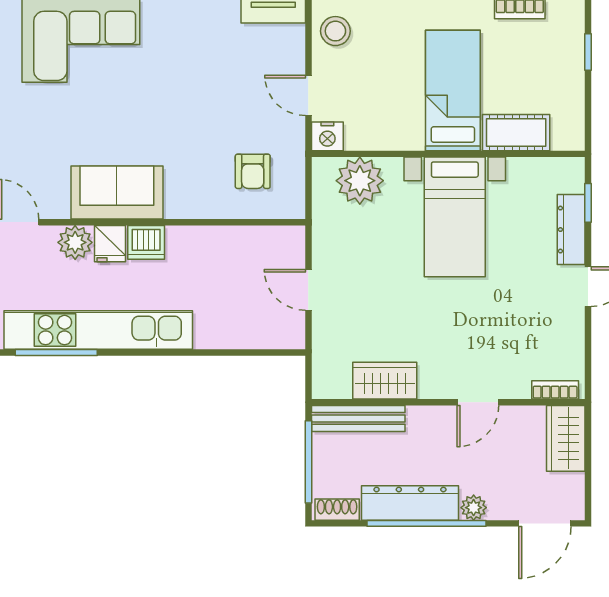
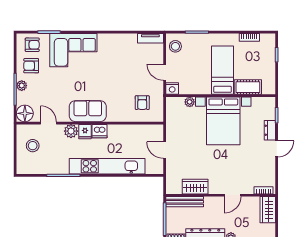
plant: (360, 181) -> (190, 102), width x0.53, depth x0.53
bed with nightstands: (455, 217) -> (223, 121), width x1.36
dresser: (571, 230) -> (270, 130), width x0.70
kitchen unit: (98, 330) -> (107, 166), moved

